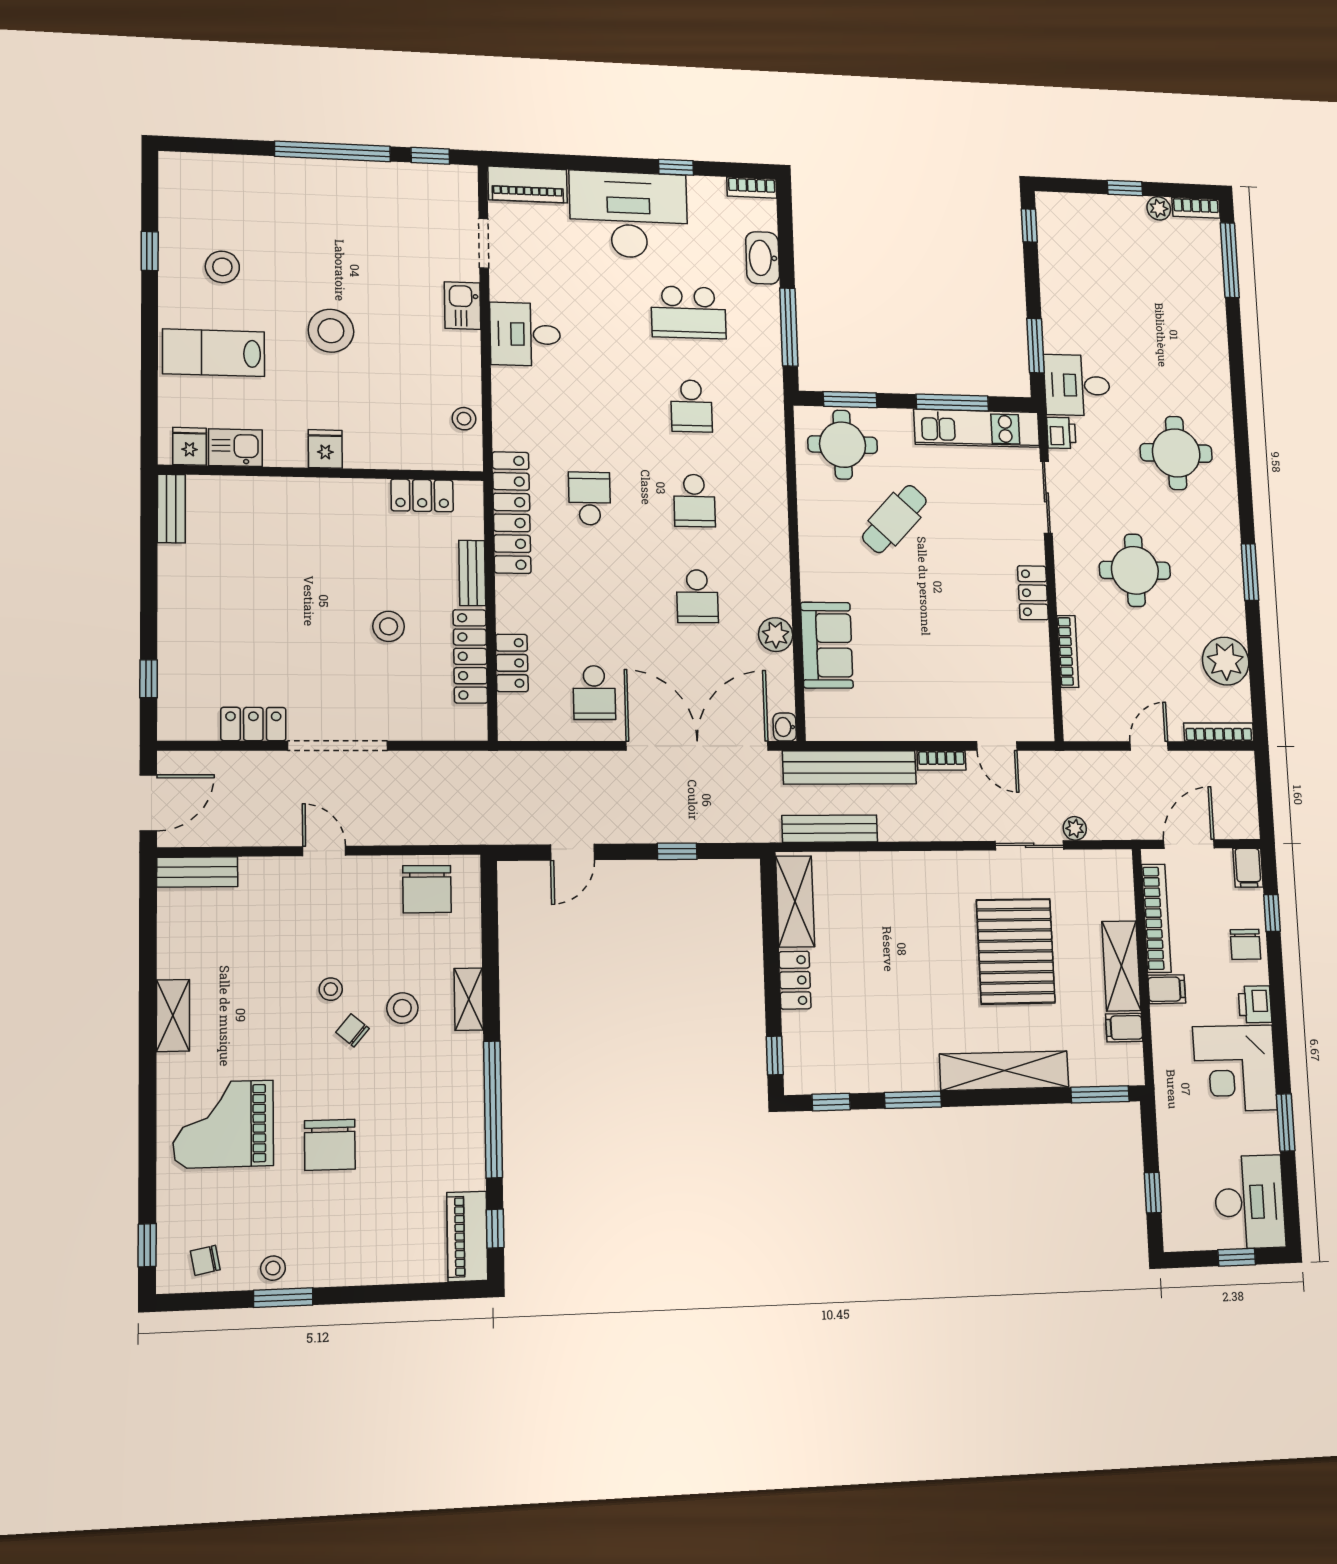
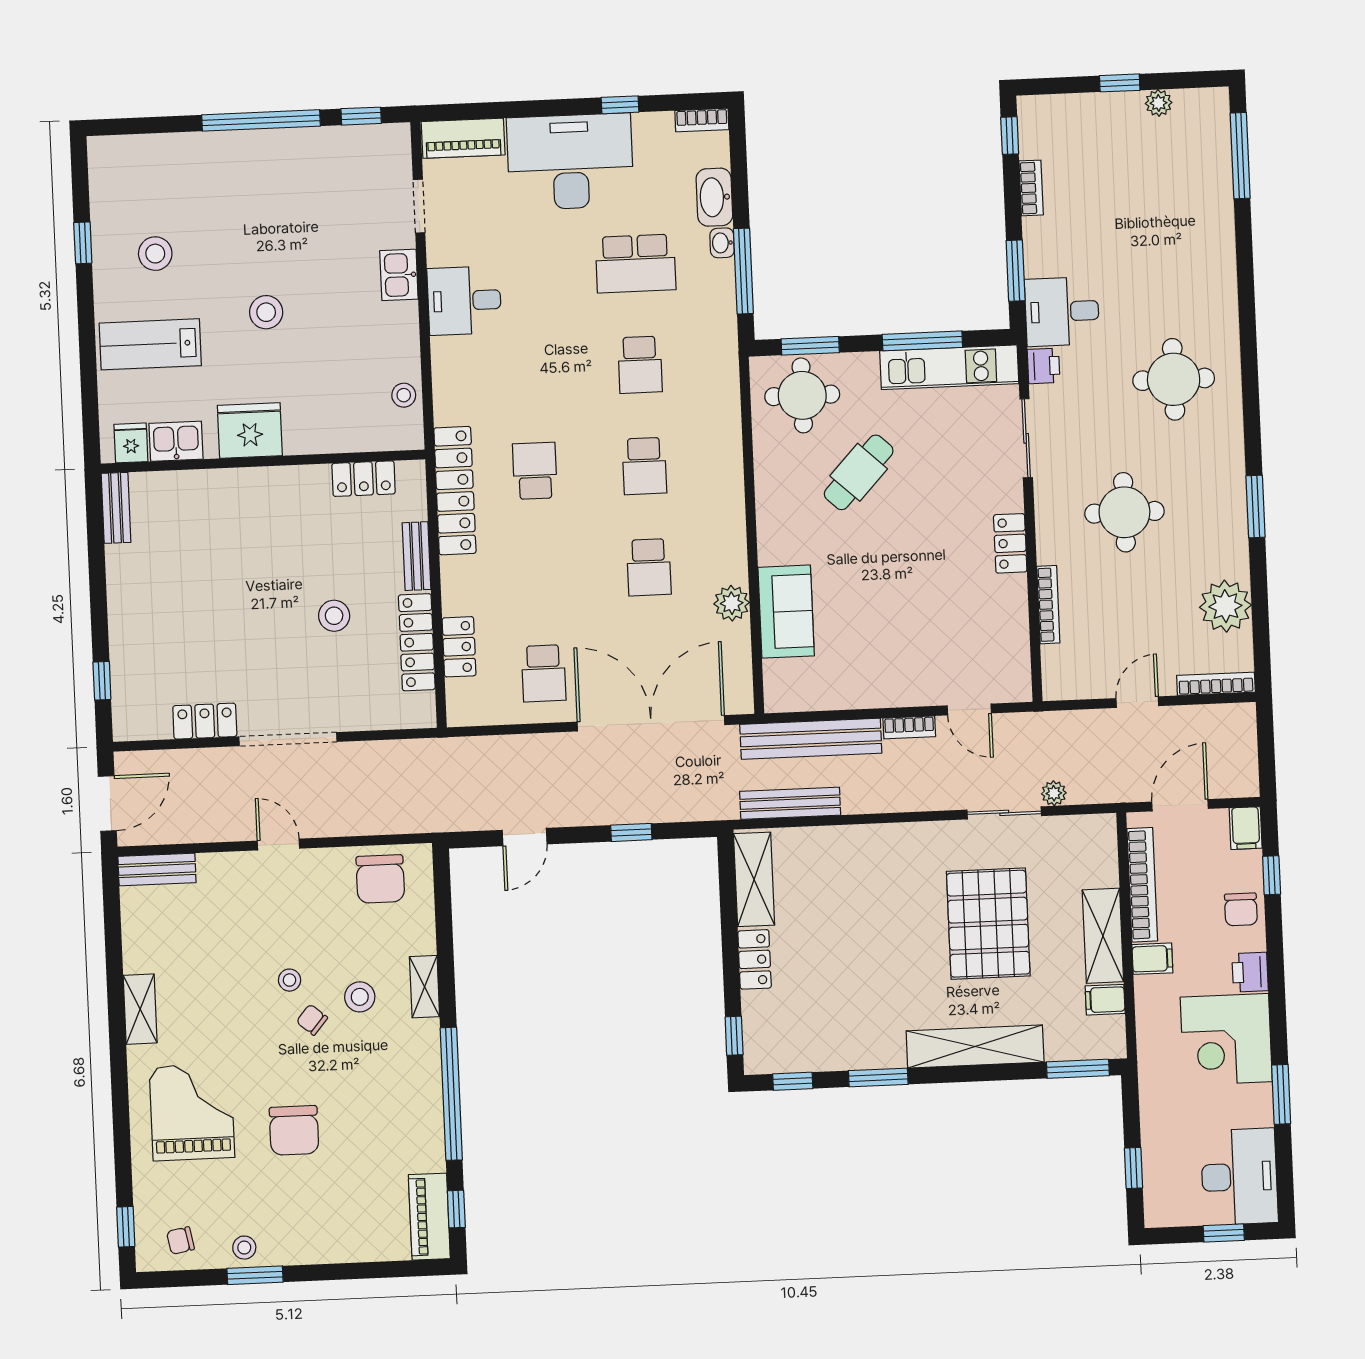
bookcase: (1196, 208) -> (1031, 188), moved, turned -90
stool: (331, 331) -> (266, 312), width x0.73, depth x0.73
fridge: (325, 449) -> (250, 430), width x1.88, depth x1.34
washbasin: (785, 727) -> (722, 243), moved
grand piano: (223, 1124) -> (192, 1112), turned 90

